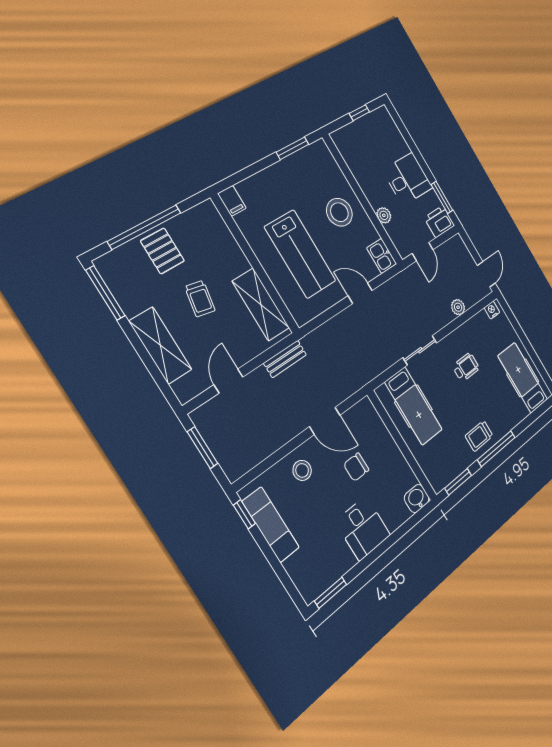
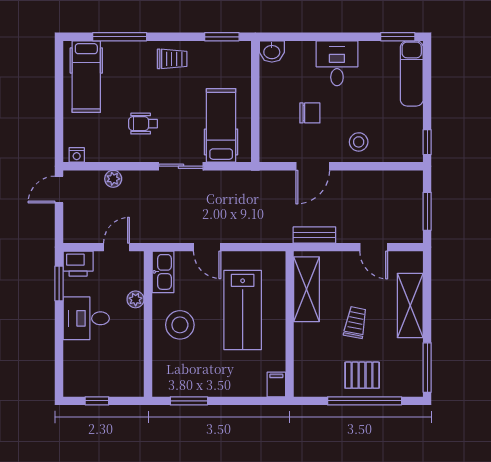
pallet: (162, 251) -> (362, 375), turned 90
lab bench: (300, 254) -> (243, 310), turned 180
kitchen sink: (382, 256) -> (163, 272), width x1.38
door: (229, 381) -> (374, 247), hinge flipped
door: (325, 421) -> (313, 166), swing flipped
window: (496, 448) -> (120, 37), moved
exam couch: (271, 525) -> (412, 73), moved

